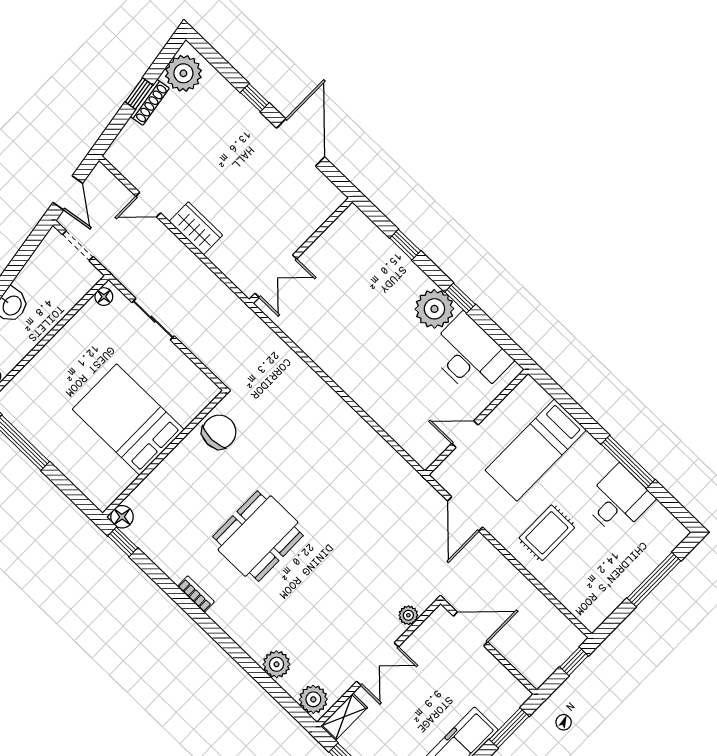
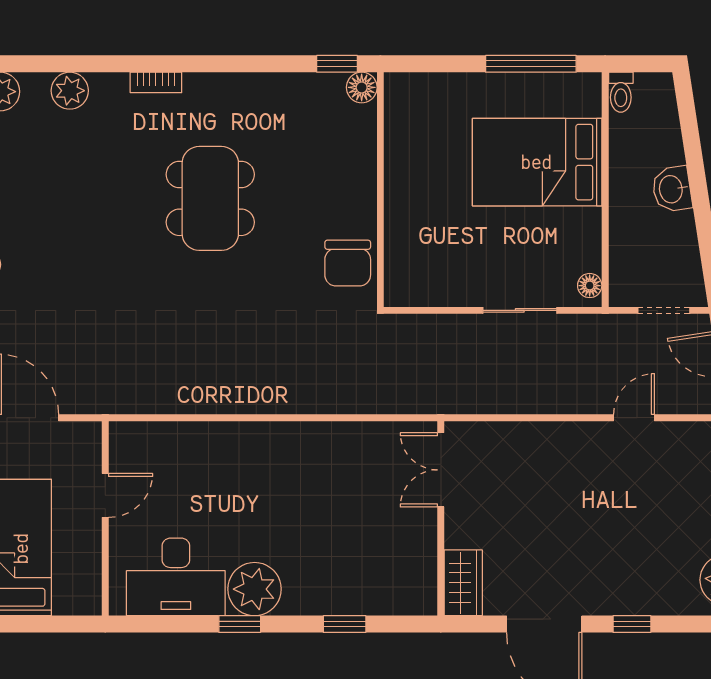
wardrobe: (196, 228) -> (463, 583), moved, turned -90
bed: (128, 420) -> (537, 162), moved, turned 180
bookcase: (196, 594) -> (156, 82), moved

